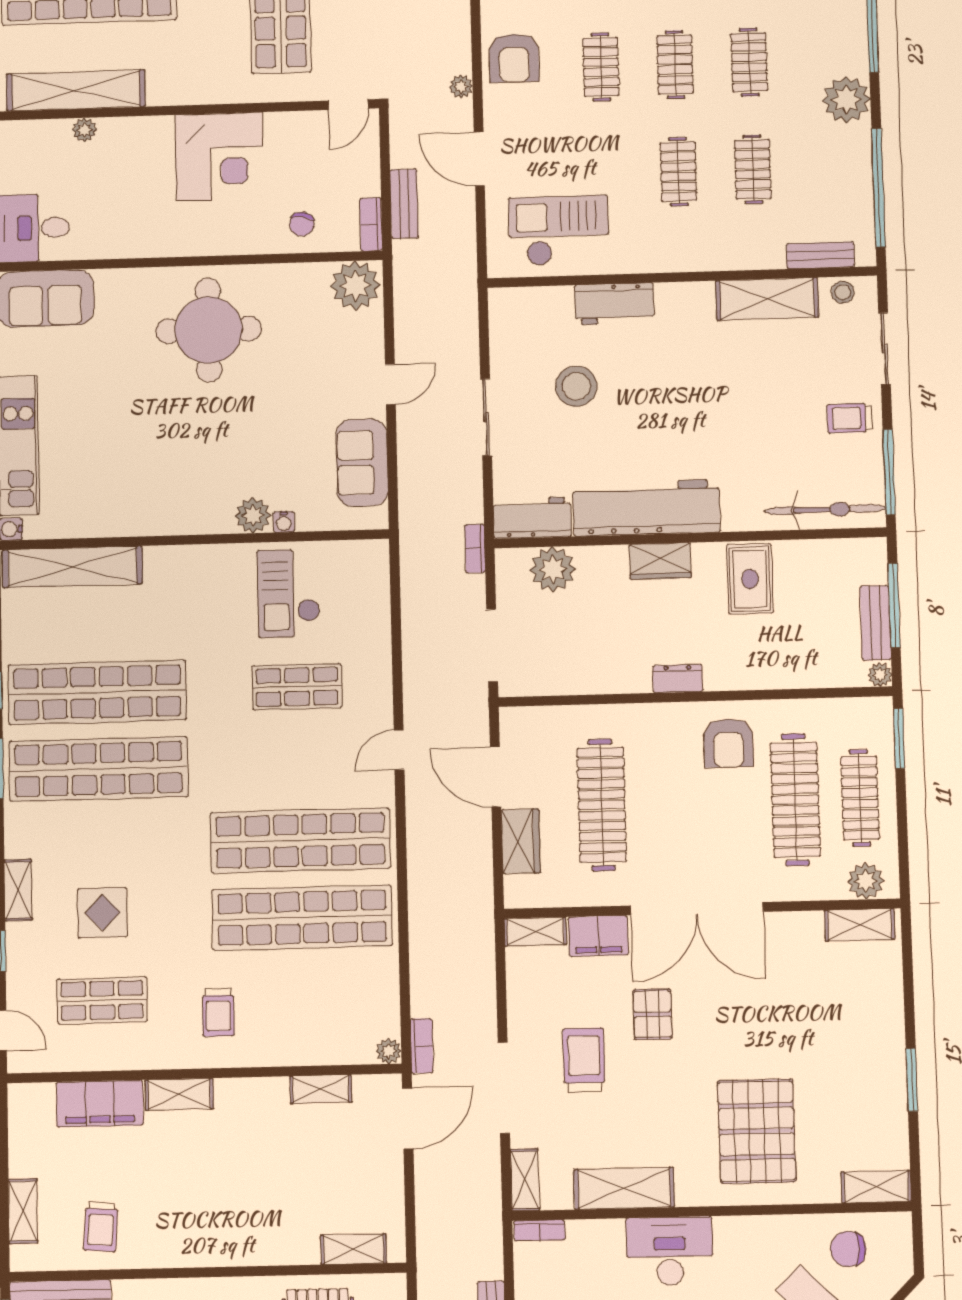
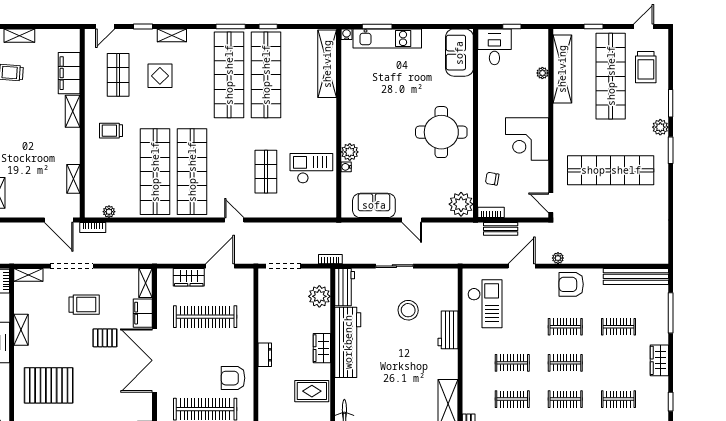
plant: (389, 1051) -> (109, 212), moved
shelving: (624, 1188) -> (21, 330), width x0.67, depth x0.75

